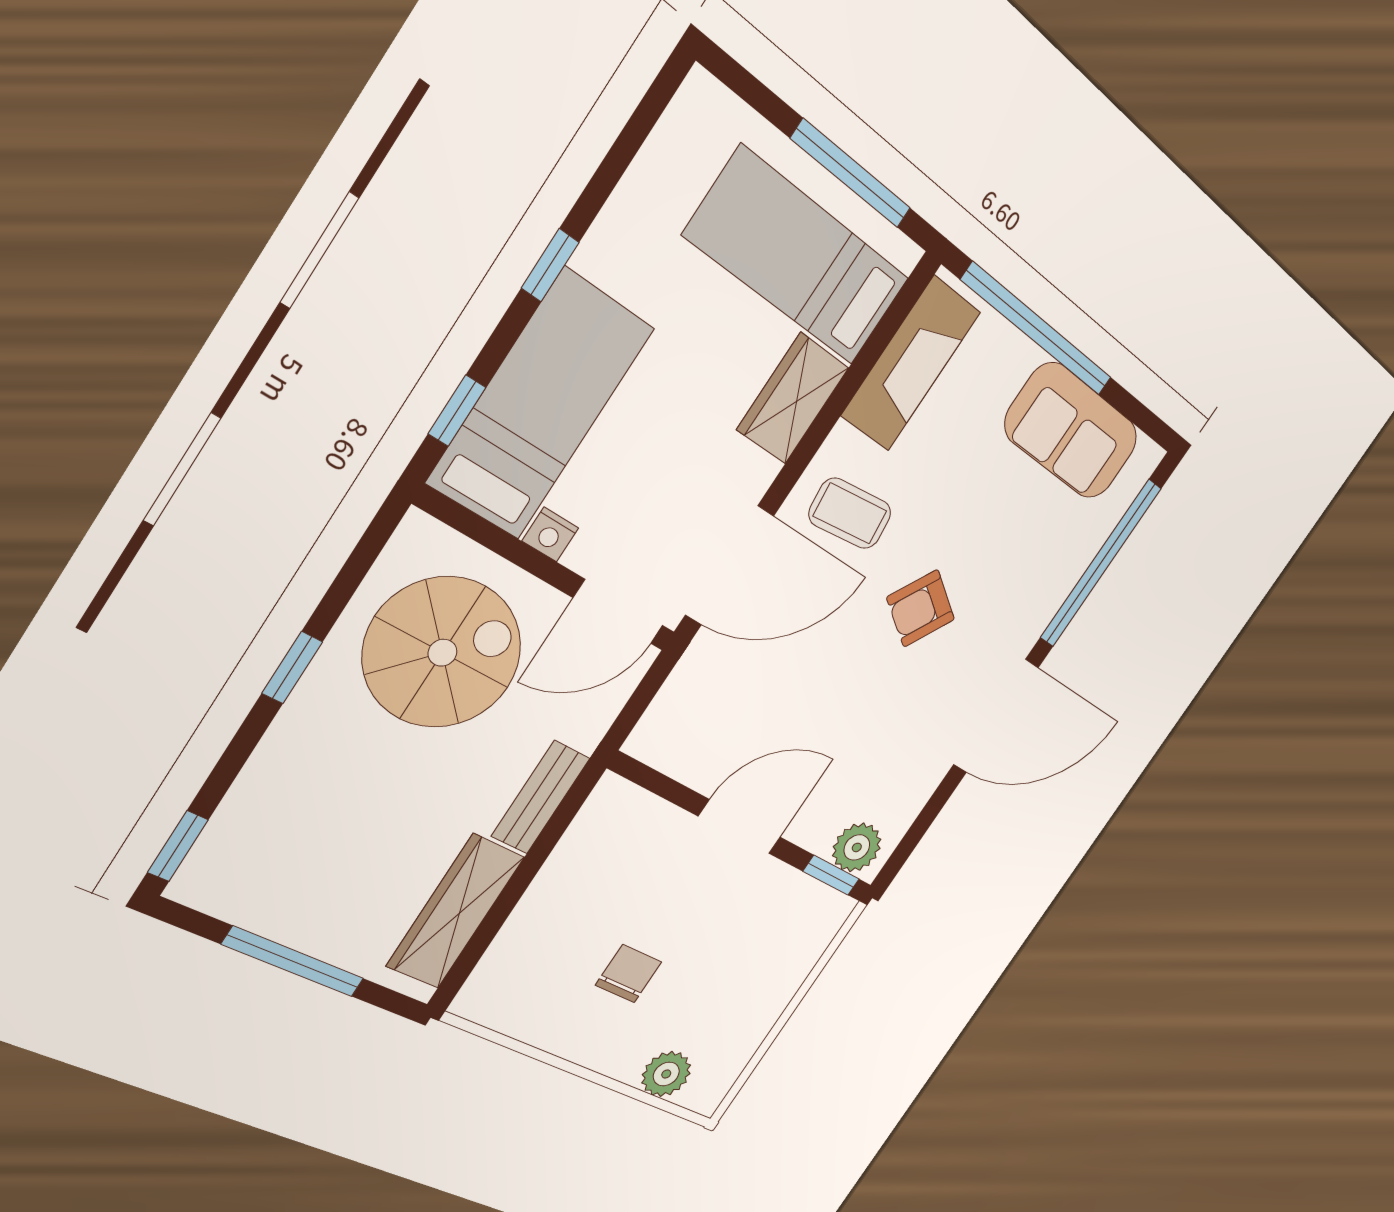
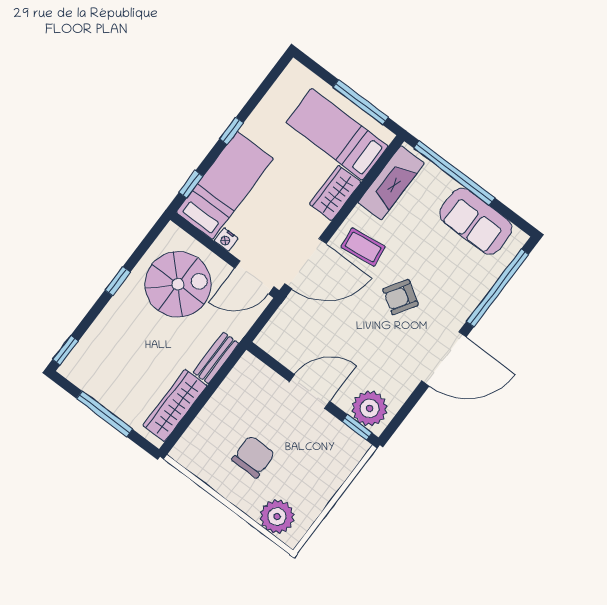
plant: (857, 847) -> (370, 408), width x1.36, depth x1.36
chair: (628, 974) -> (253, 457), width x1.37, depth x1.37
plant: (666, 1074) -> (277, 517), width x1.36, depth x1.36

